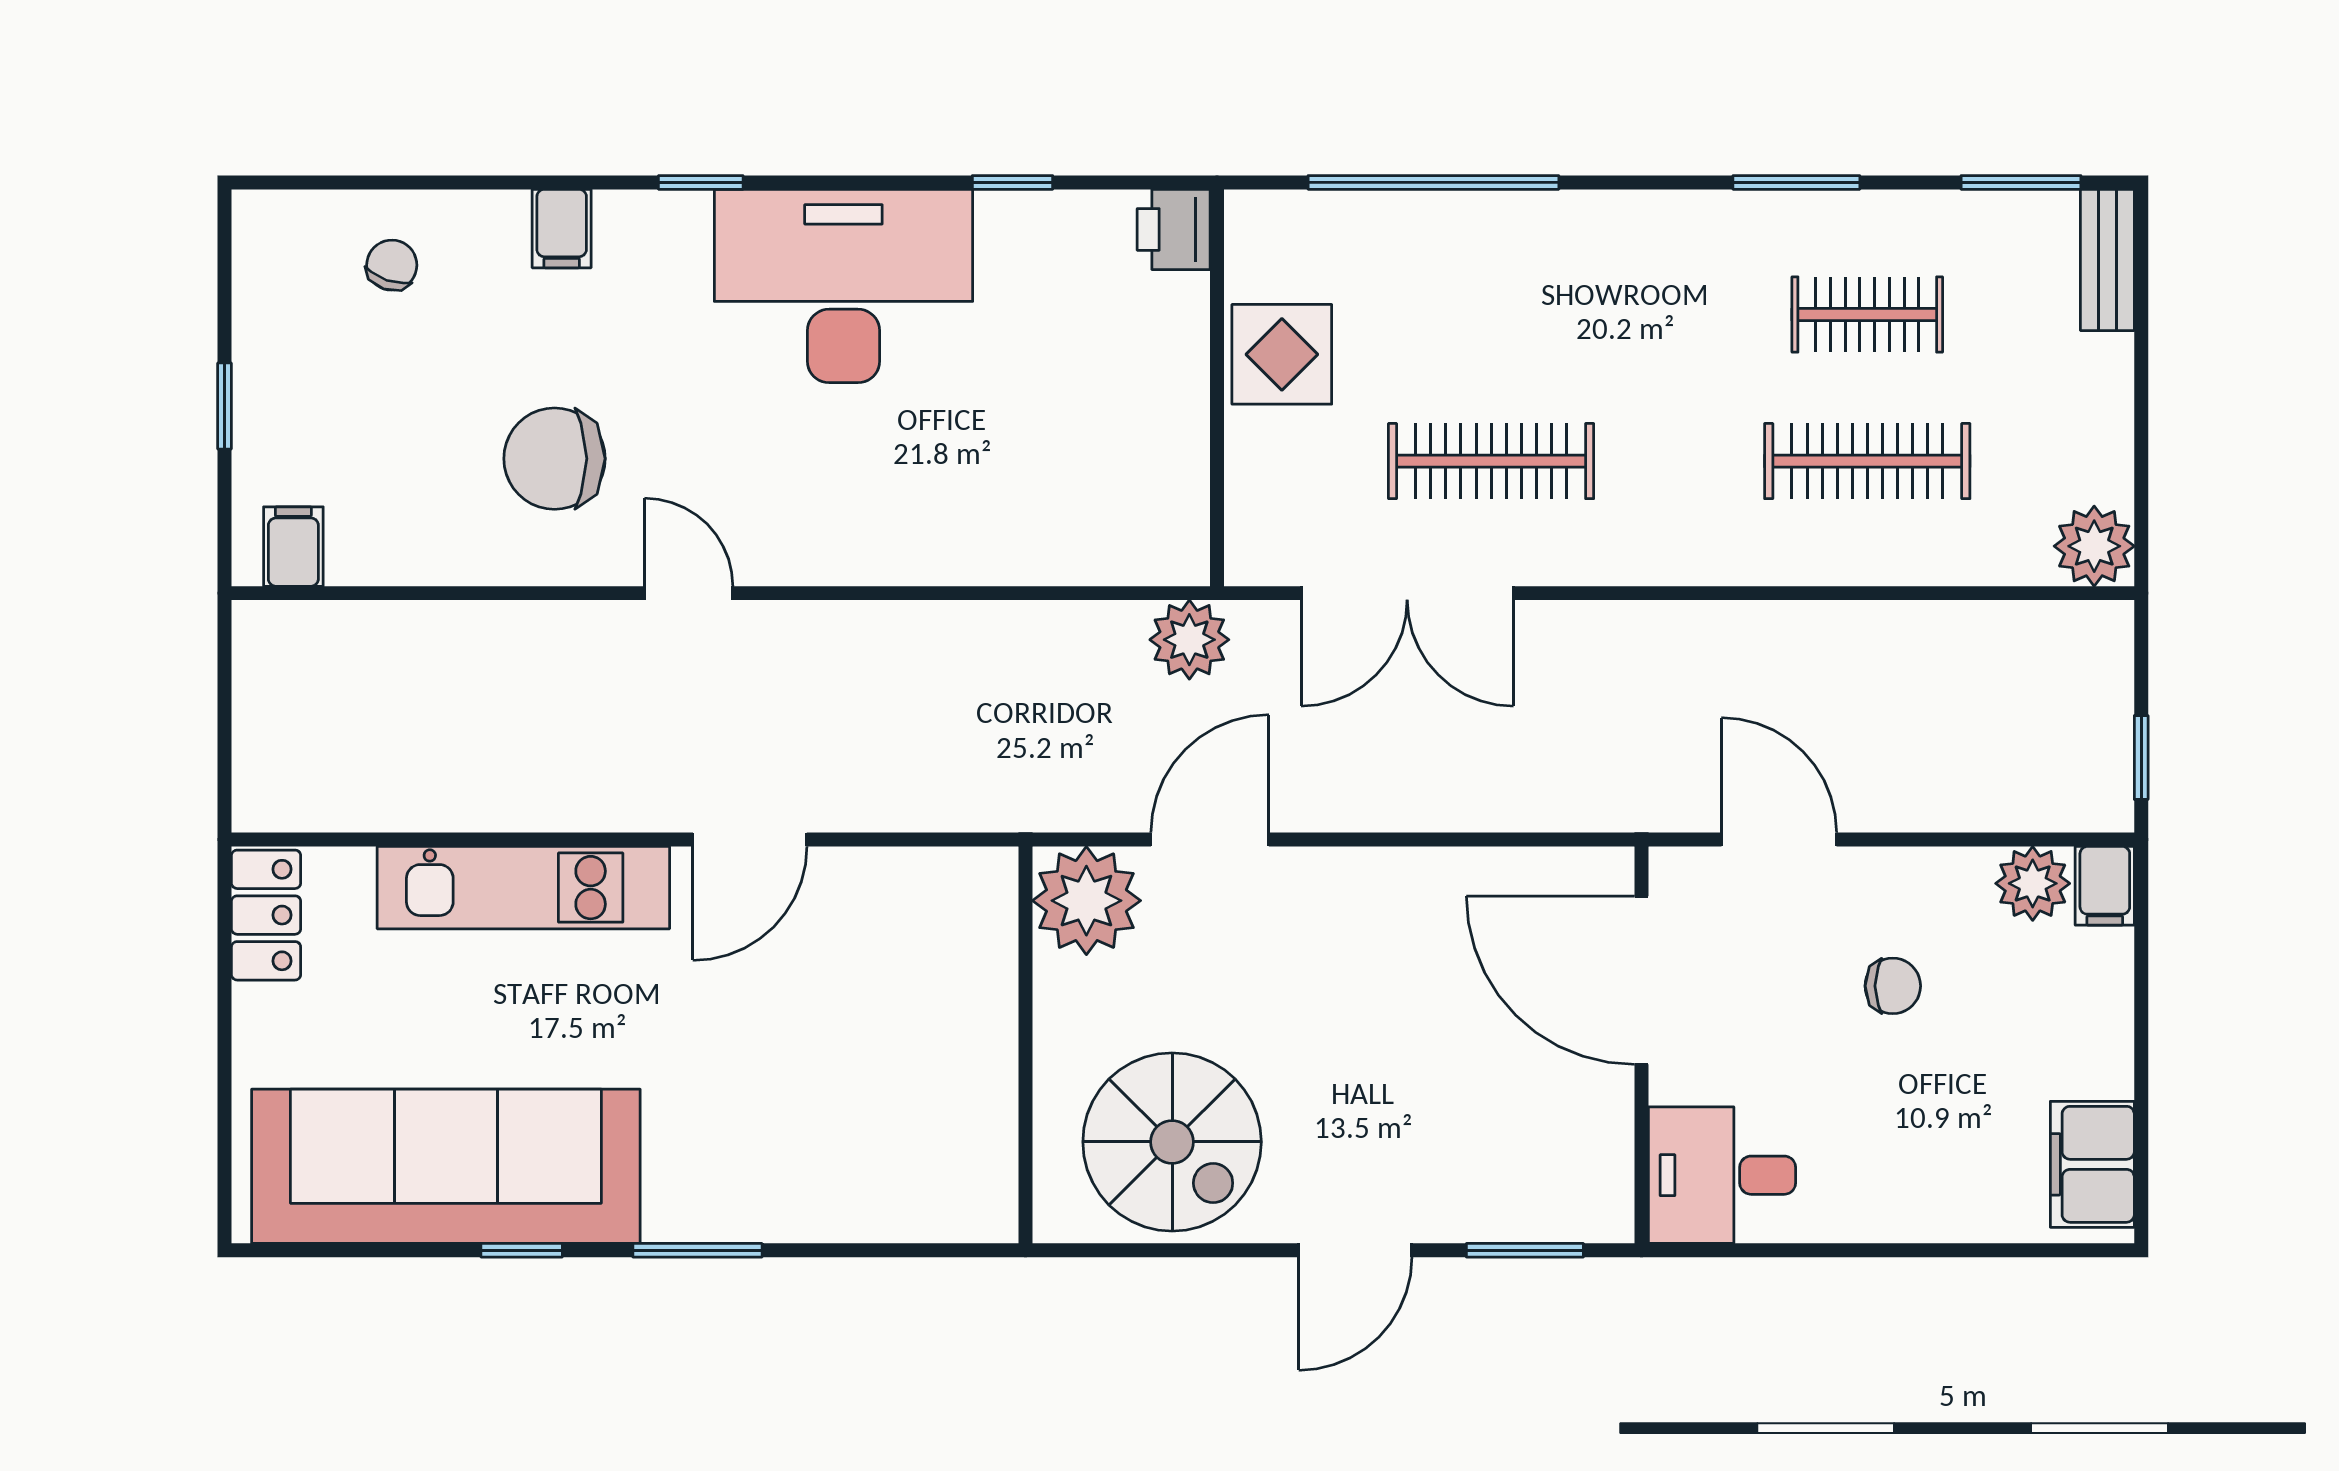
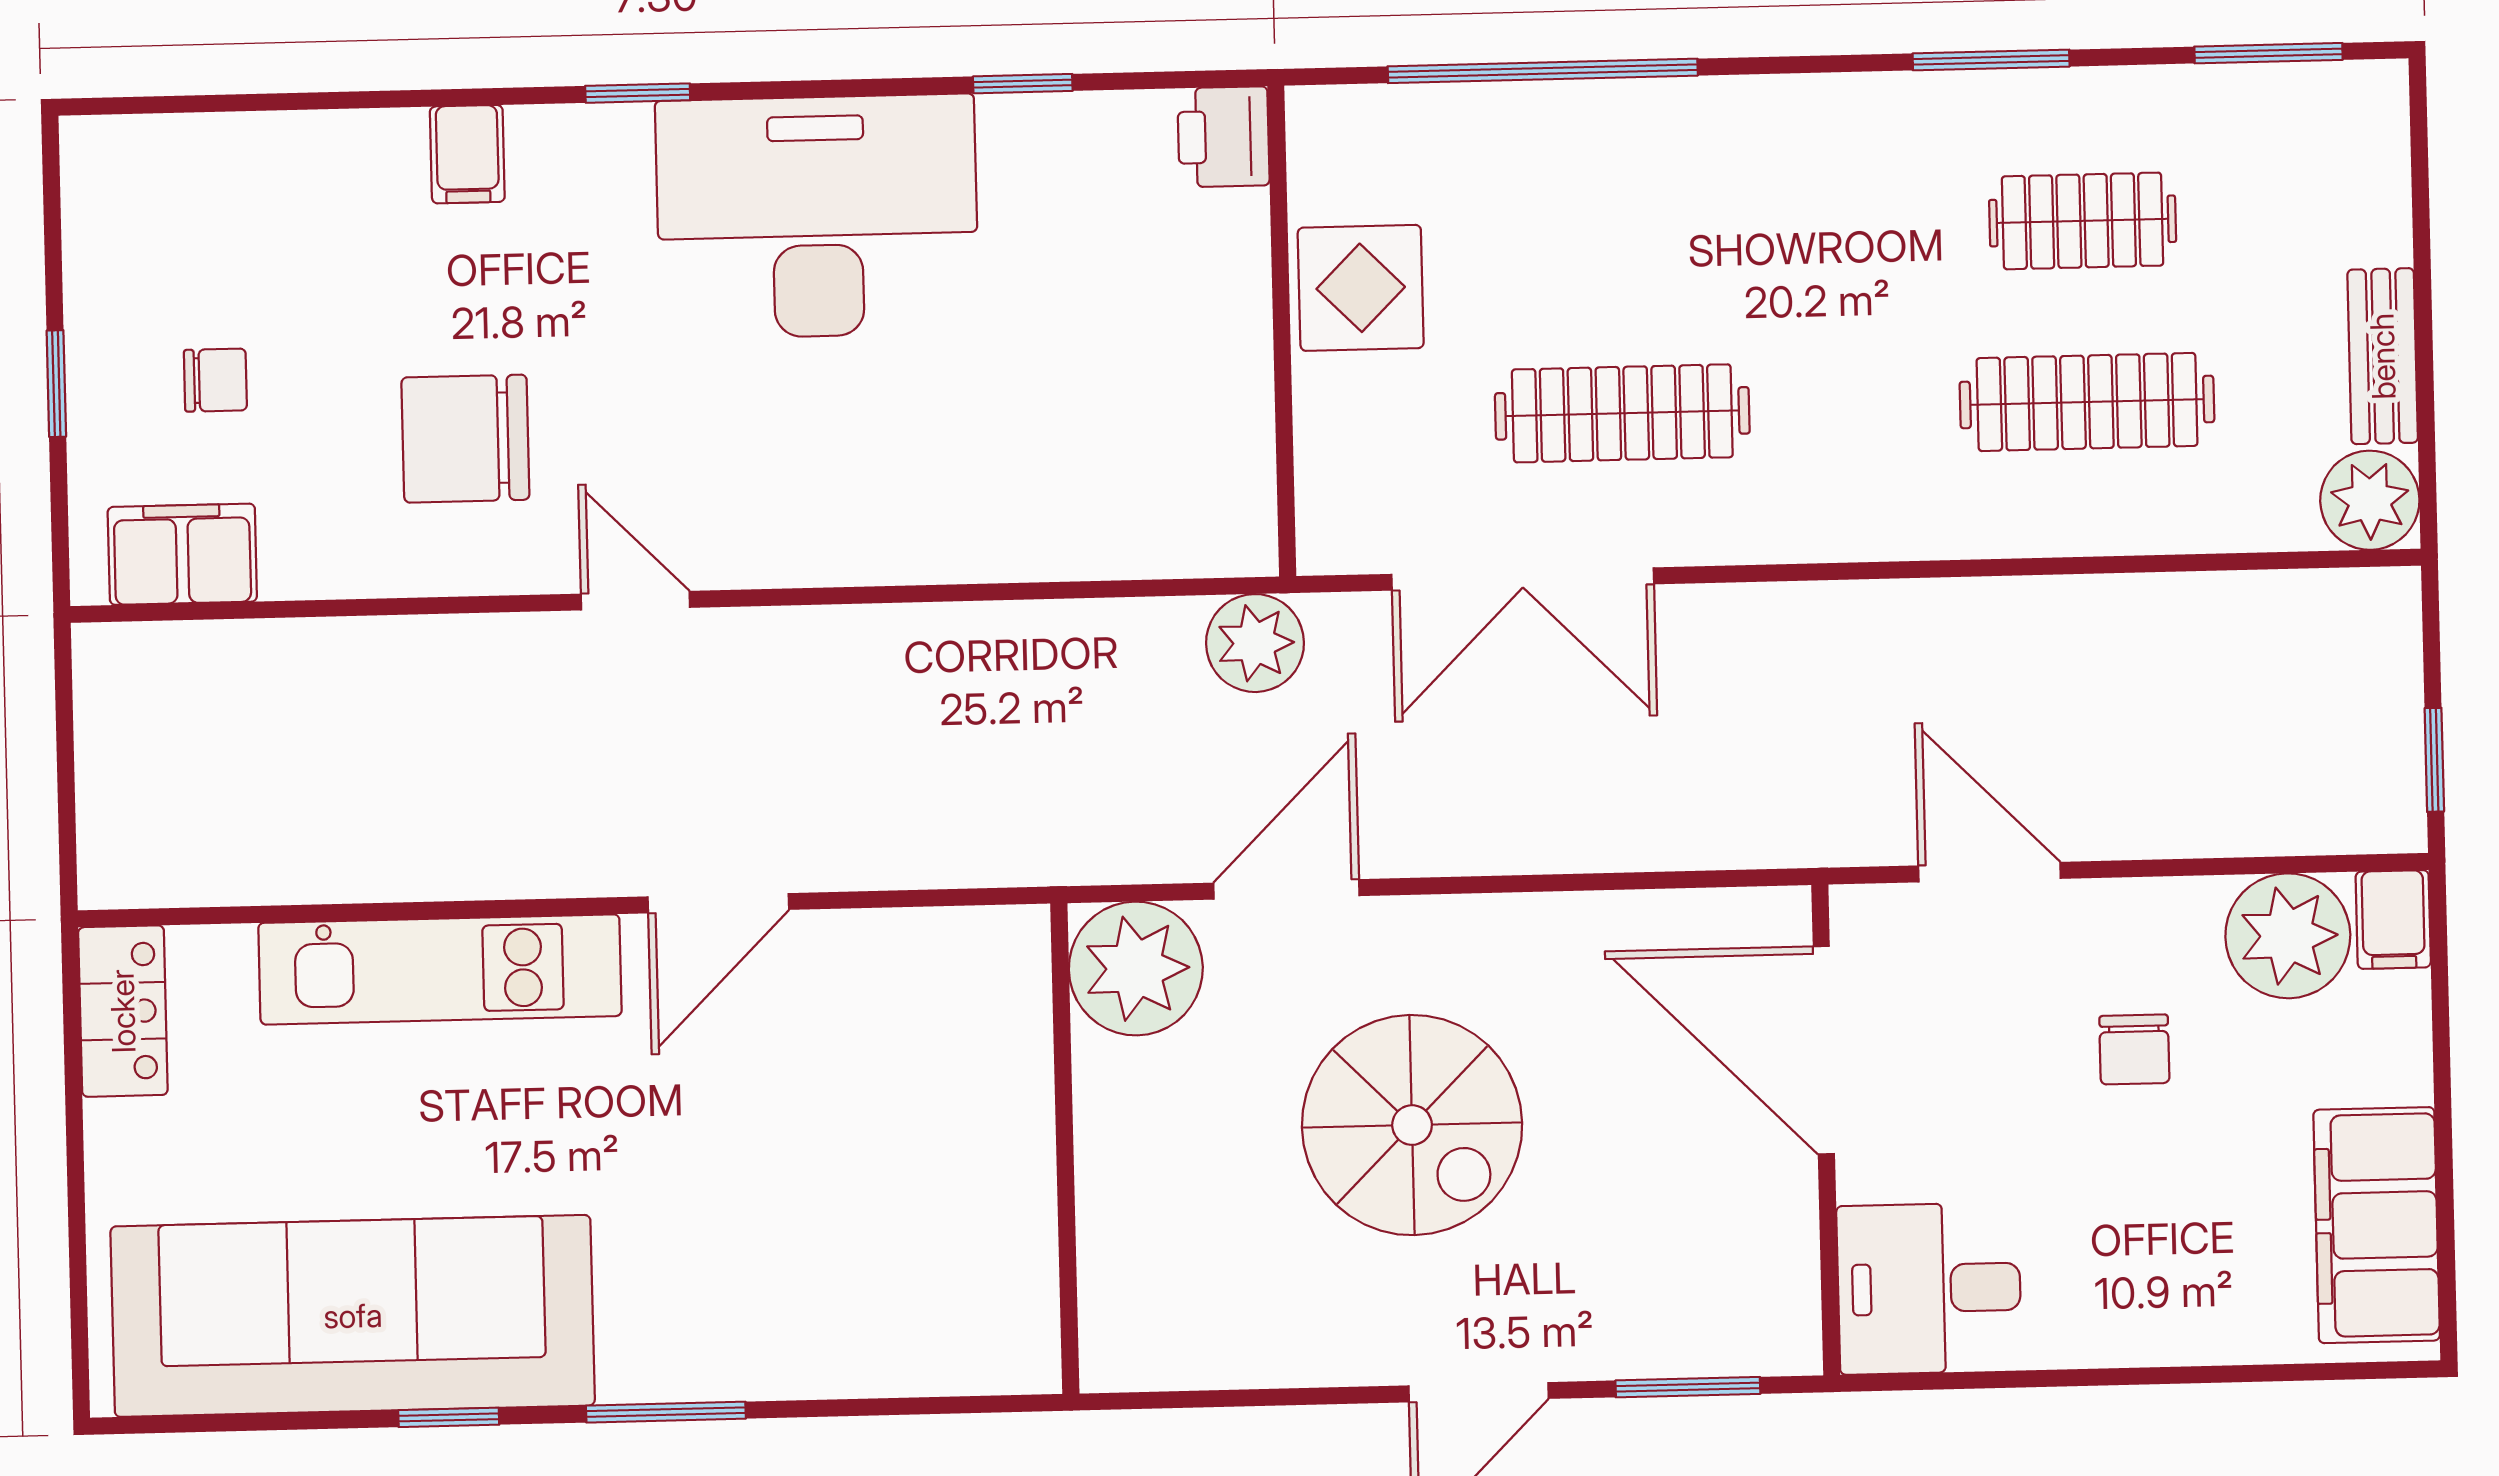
bench: (2107, 260) -> (2383, 356), moved
chair: (392, 265) -> (215, 380), moved, turned 71
filing cabinet: (293, 547) -> (182, 554), width x2.00
plant: (2033, 883) -> (2288, 936), width x1.36, depth x1.36
chair: (1893, 986) -> (2134, 1049), turned 90
spiral stairs: (1172, 1142) -> (1412, 1125), moved
filing cabinet: (2092, 1164) -> (2377, 1225), width x1.50, depth x1.17

